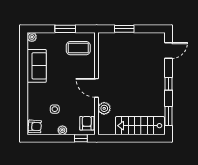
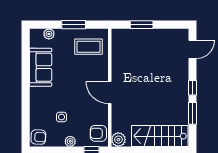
plant: (32, 37) -> (49, 34), moved
plant: (104, 108) -> (118, 140), moved
window: (168, 116) -> (193, 113), moved
armchair: (87, 123) -> (98, 133), turned -90

